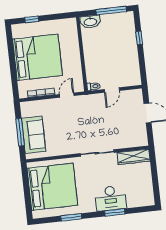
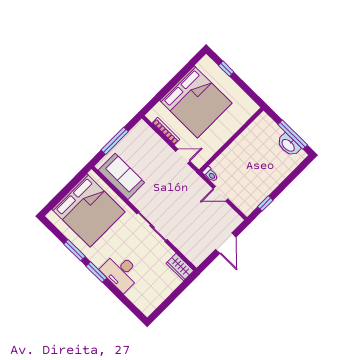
washbasin: (90, 22) -> (288, 145), moved
window: (139, 38) -> (265, 203), moved
sofa: (34, 135) -> (121, 176), moved, turned -90
wardrobe: (134, 157) -> (180, 267), width x0.67
window: (115, 212) -> (96, 272), moved

